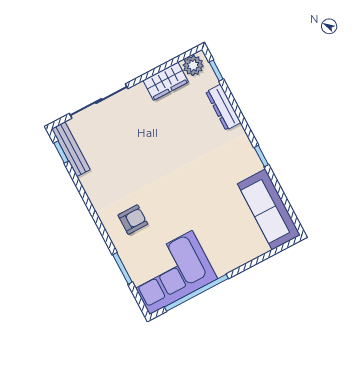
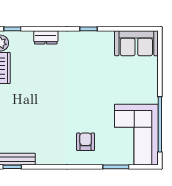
dresser: (223, 107) -> (46, 37), width x0.70
sofa: (269, 209) -> (136, 43), width x0.73

